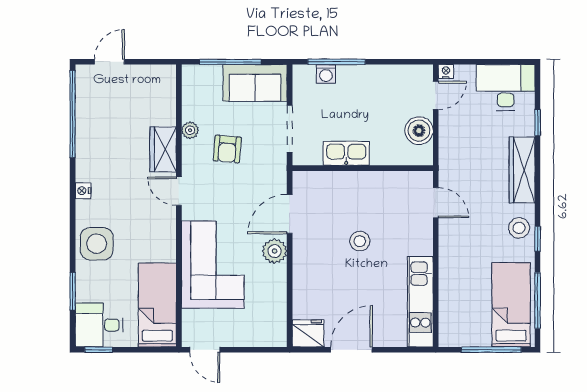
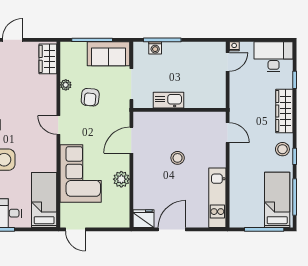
boiler: (419, 131) -> (216, 85), removed
wardrobe: (163, 149) -> (48, 59), moved
plant: (275, 251) -> (121, 179), moved

